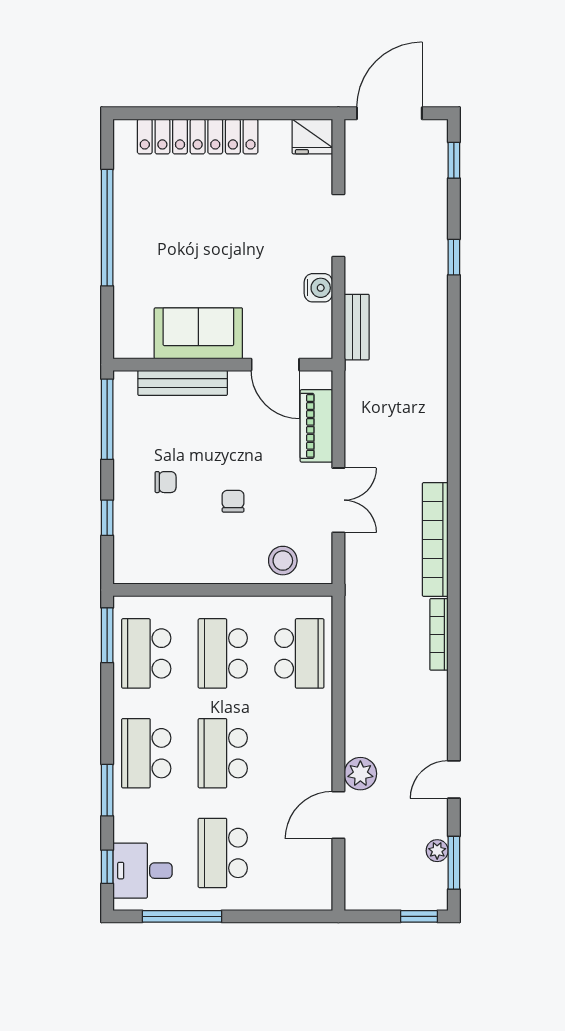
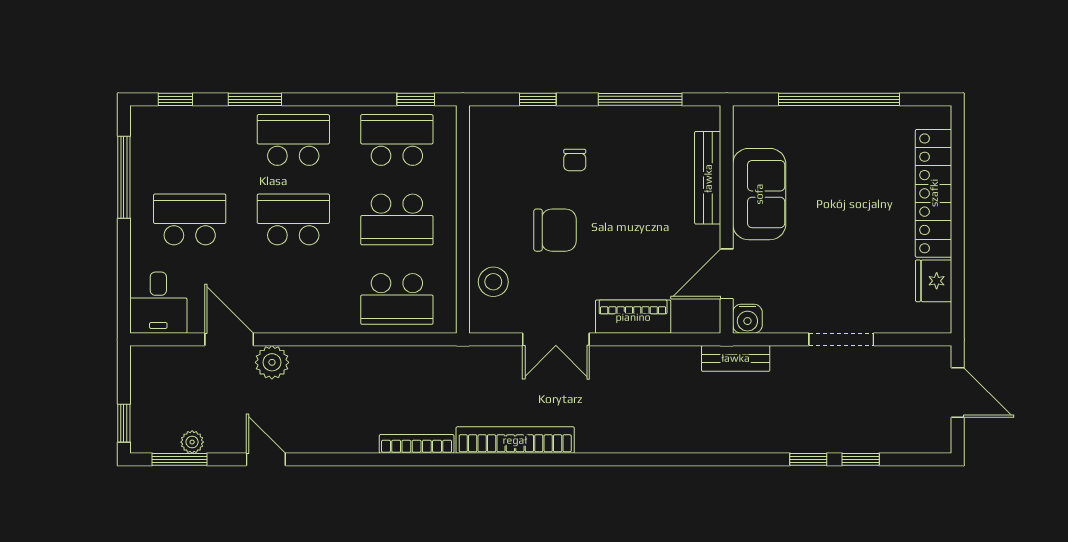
door: (389, 113) -> (958, 393), width x0.73
fridge: (312, 136) -> (934, 281), moved
window: (454, 160) -> (861, 459), moved
water cooler: (318, 288) -> (747, 319), moved
sofa: (198, 333) -> (759, 194), moved
wall: (223, 365) -> (727, 219), moved
door: (275, 365) -> (727, 274), moved
bench: (183, 383) -> (708, 178), moved
chair: (233, 501) -> (555, 230), width x1.87, depth x1.87
window: (107, 635) -> (416, 99), width x0.67
school desk: (223, 653) -> (397, 219), turned 180
desk: (143, 871) -> (158, 303), moved, turned 180

